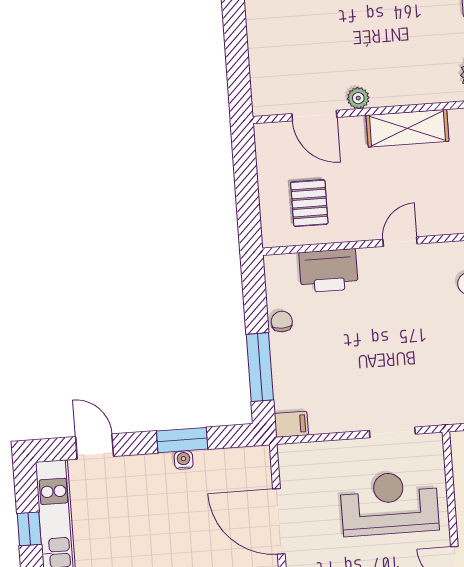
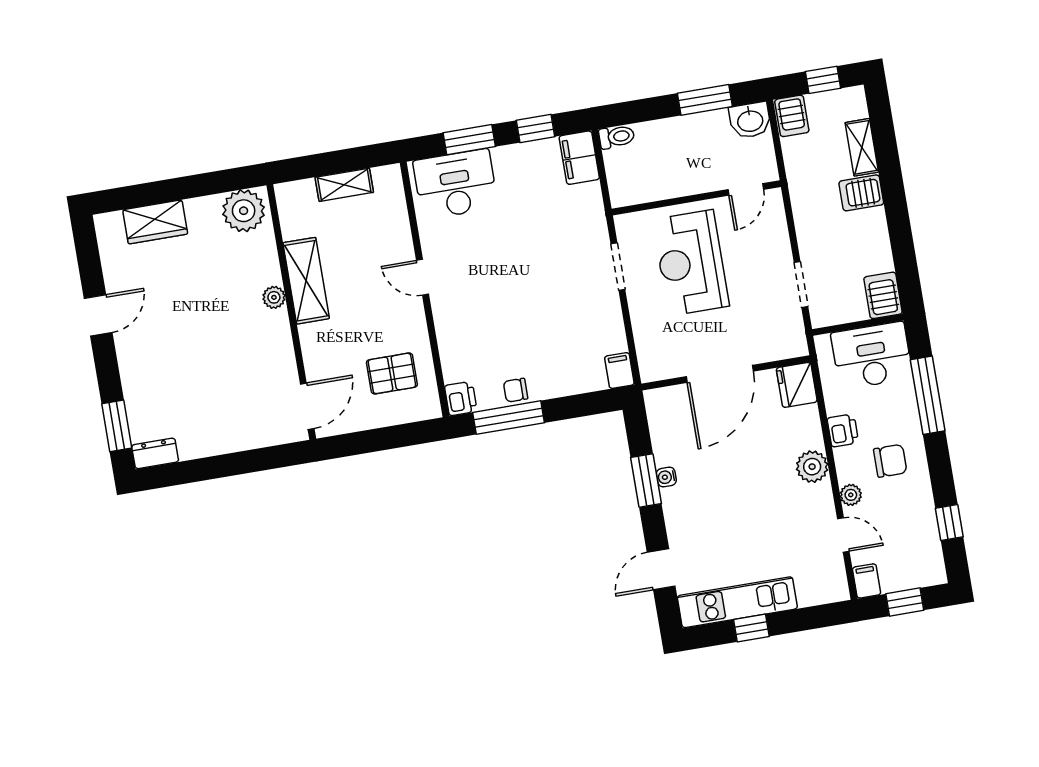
plant: (358, 98) -> (274, 297), moved
door: (314, 116) -> (307, 406), moved
printer: (328, 271) -> (461, 398), moved, width x0.53, depth x0.68
window: (260, 367) -> (508, 418), moved

